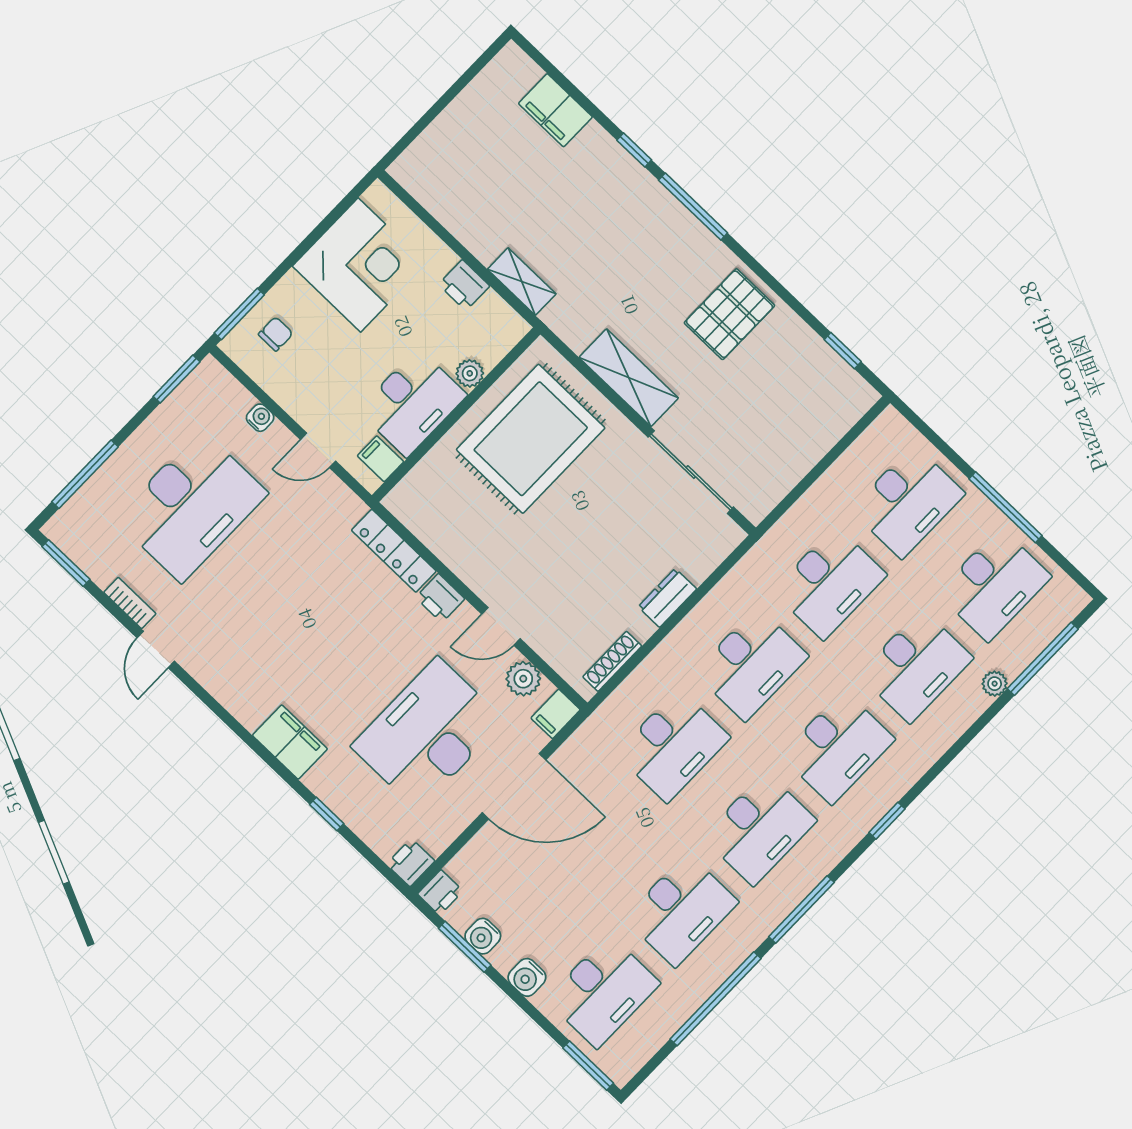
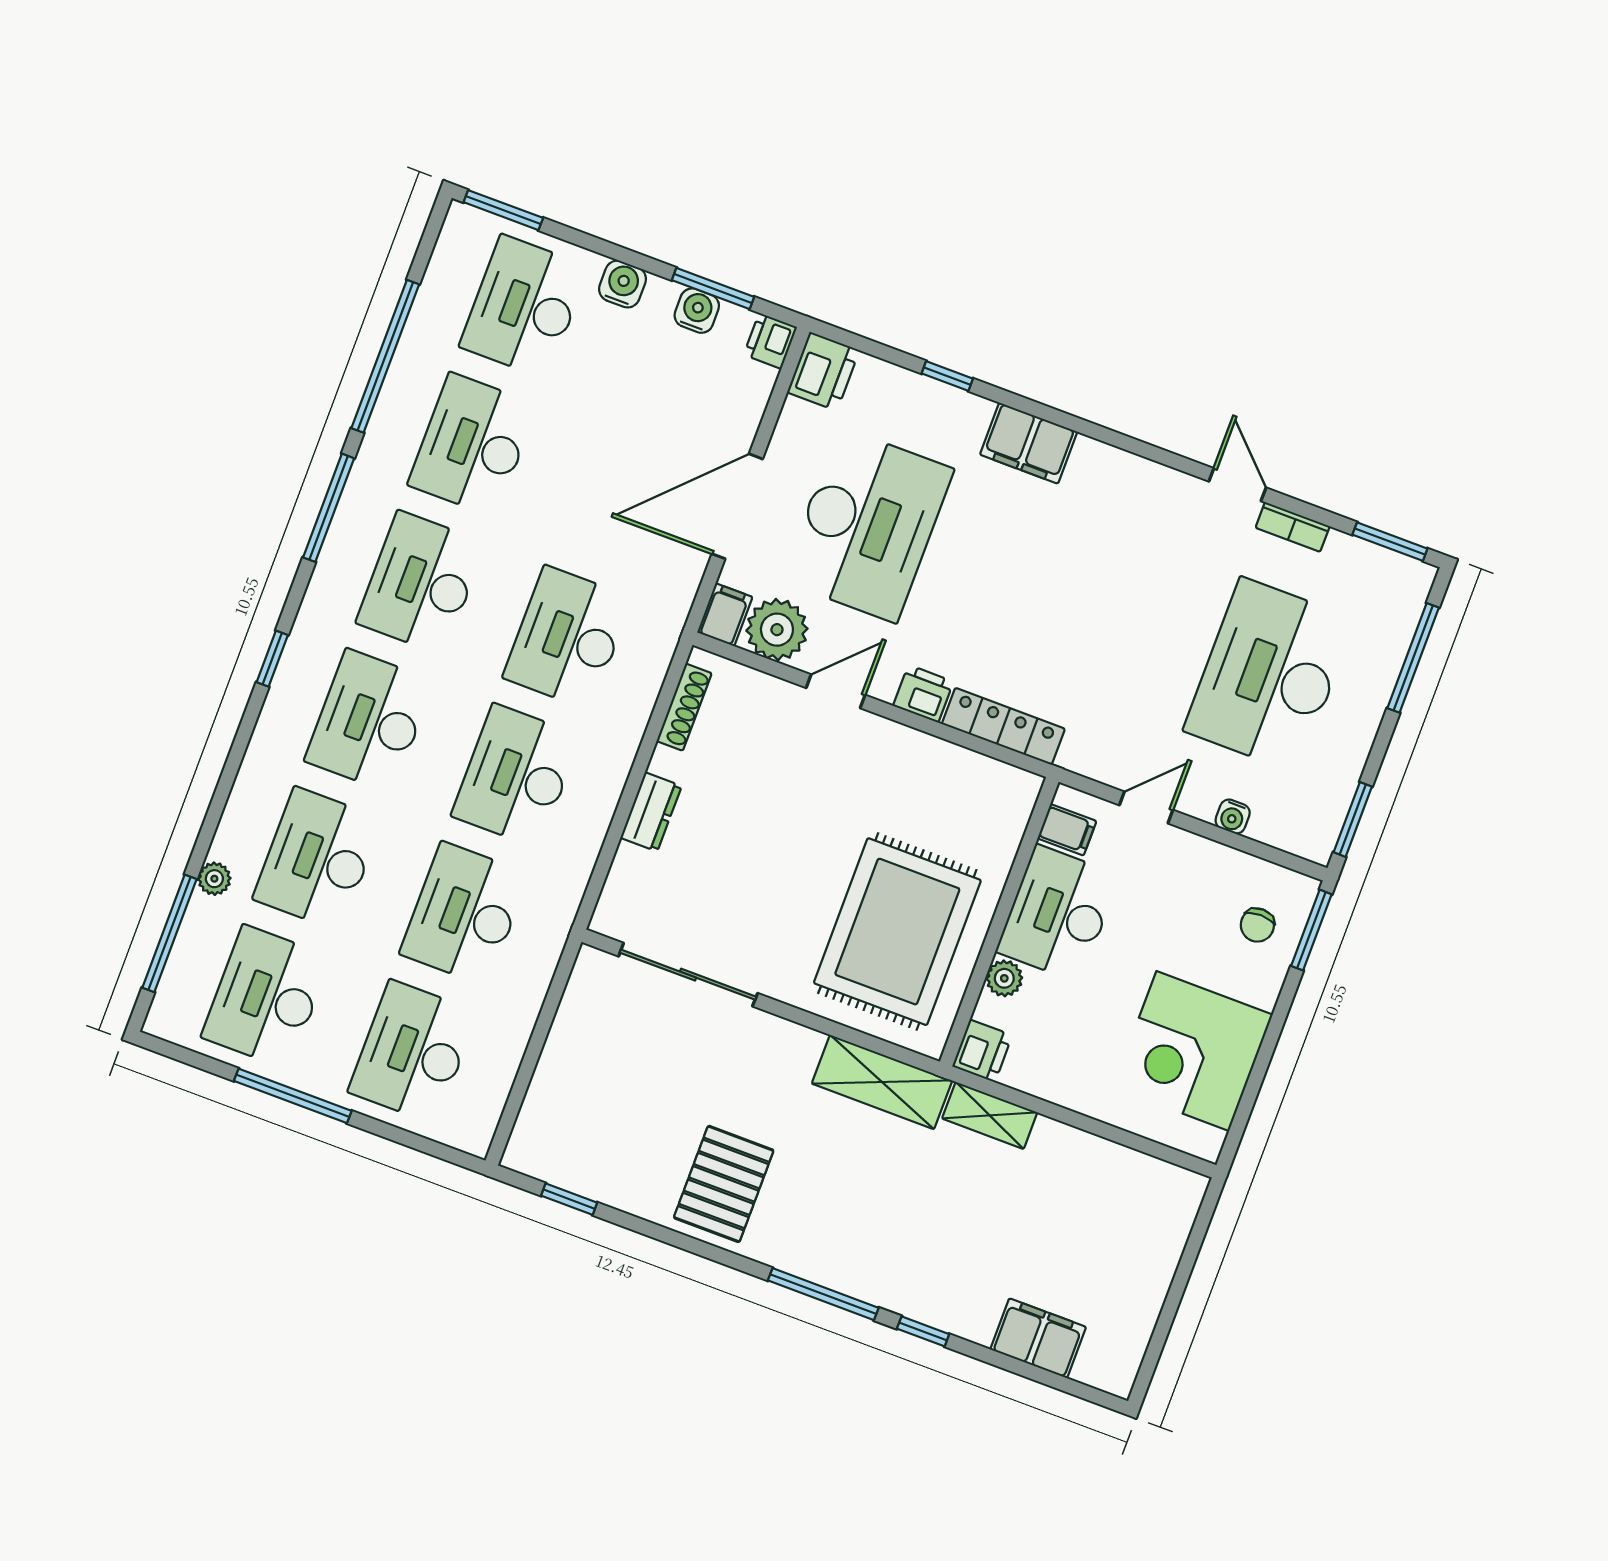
printer: (464, 285) -> (982, 1051), moved, turned 90
shelving: (629, 378) -> (882, 1082), moved
plant: (523, 679) -> (777, 630), width x1.36, depth x1.36
printer: (411, 863) -> (823, 371), width x1.36, depth x1.24

